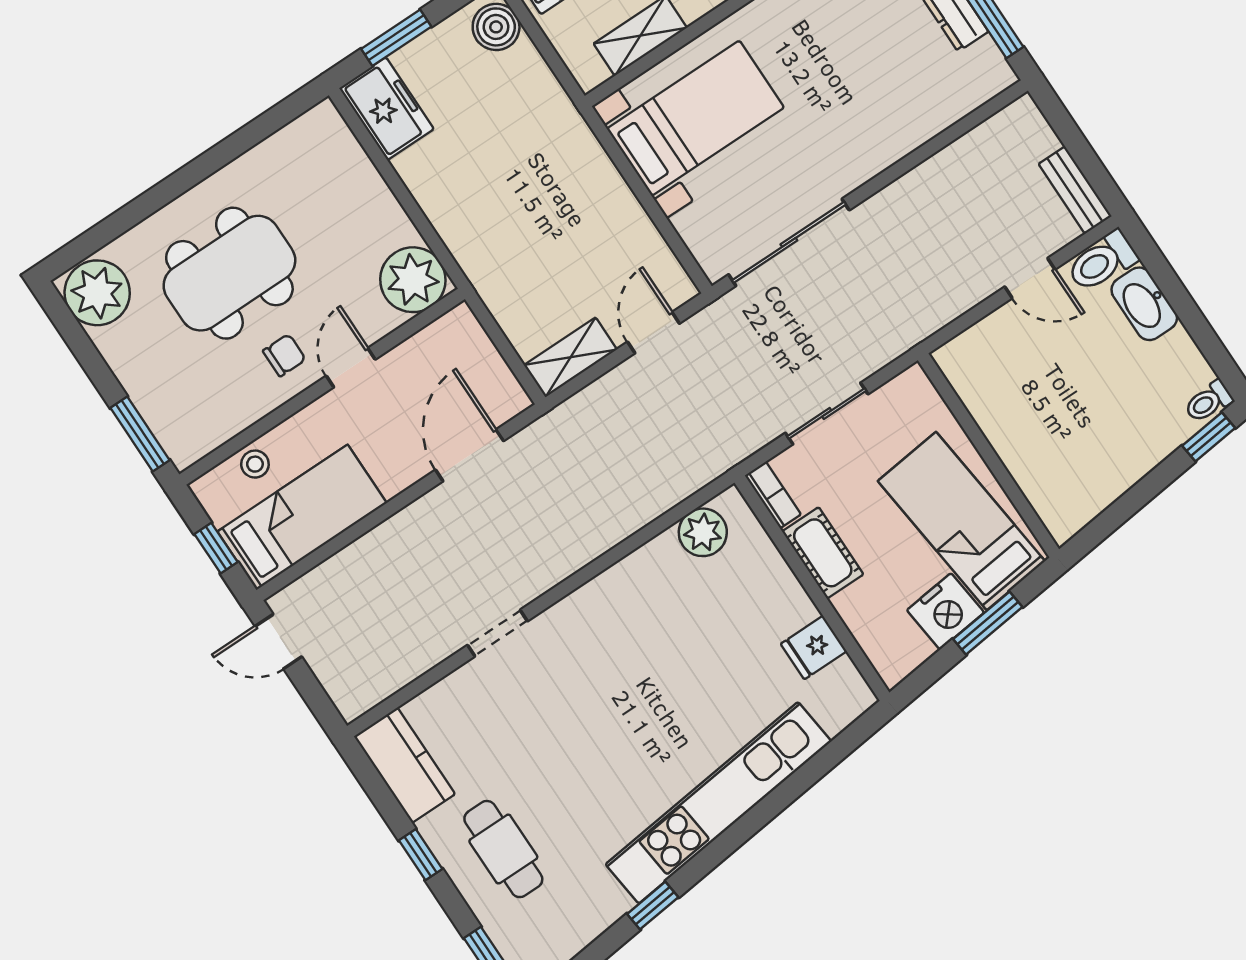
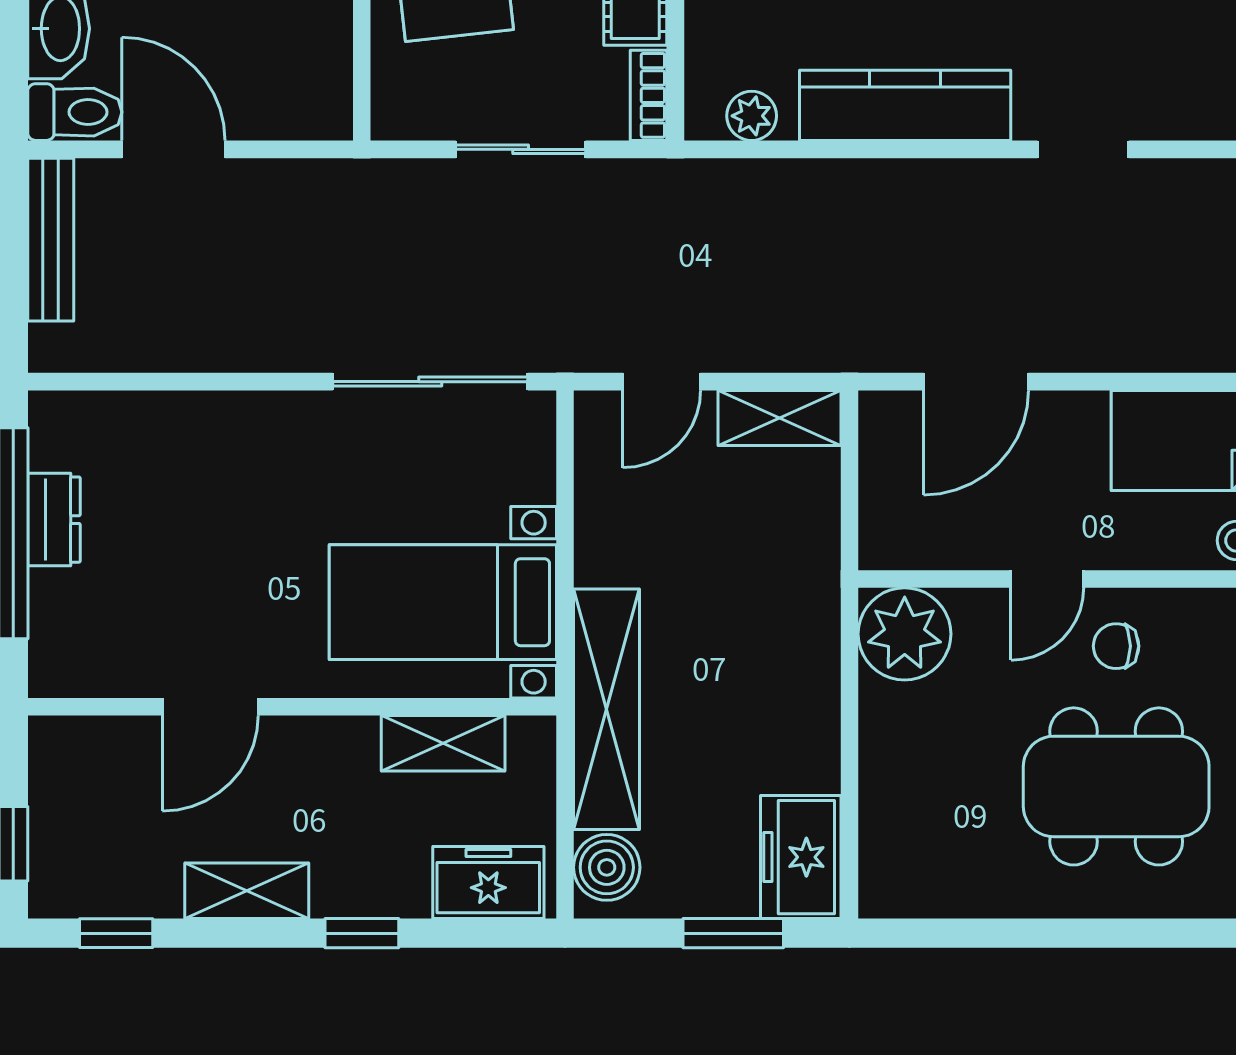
shelving: (558, 119) -> (607, 709), added
bench: (1075, 190) -> (51, 240), width x1.36
door: (1030, 278) -> (174, 149), width x1.38
plant: (703, 532) -> (752, 116), width x0.73, depth x0.73
kitchen counter: (619, 589) -> (905, 105), added

